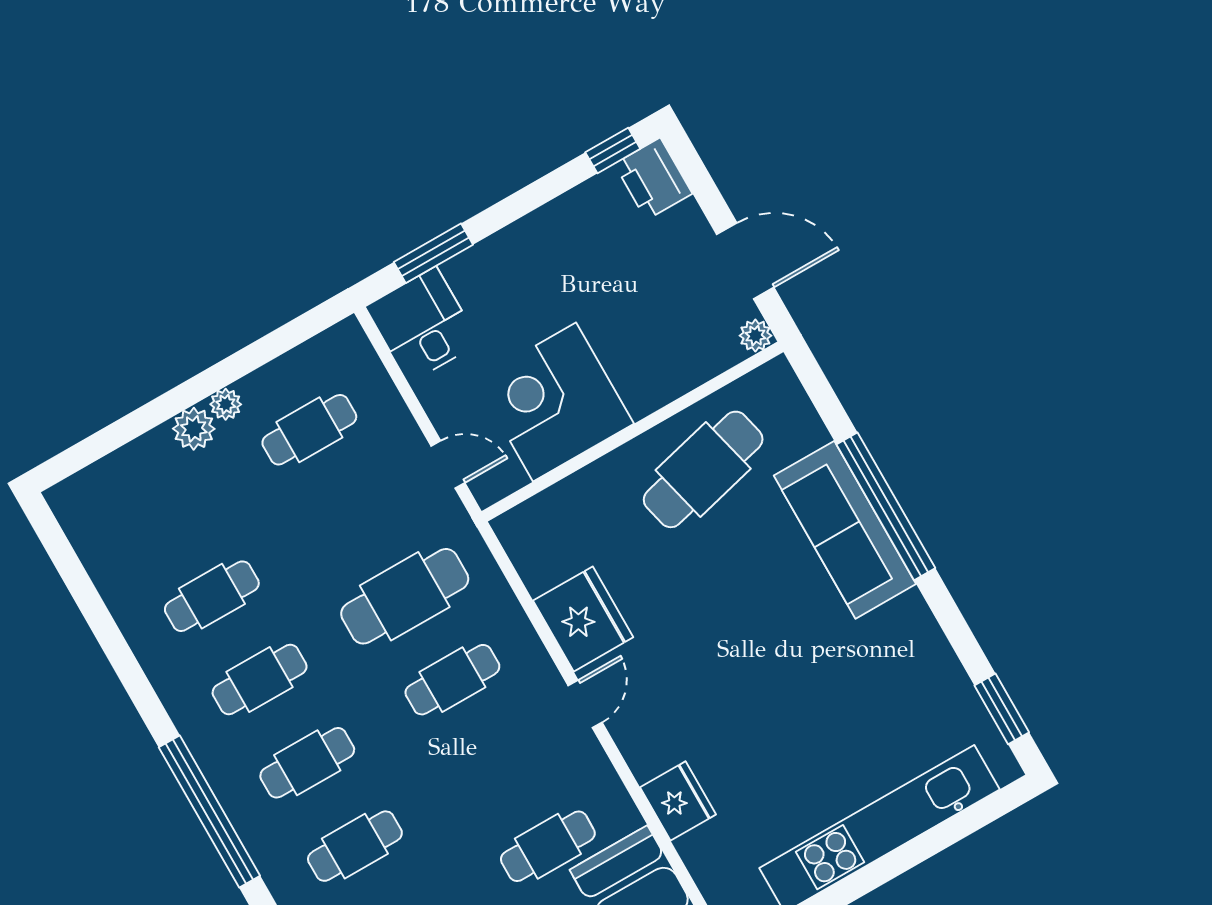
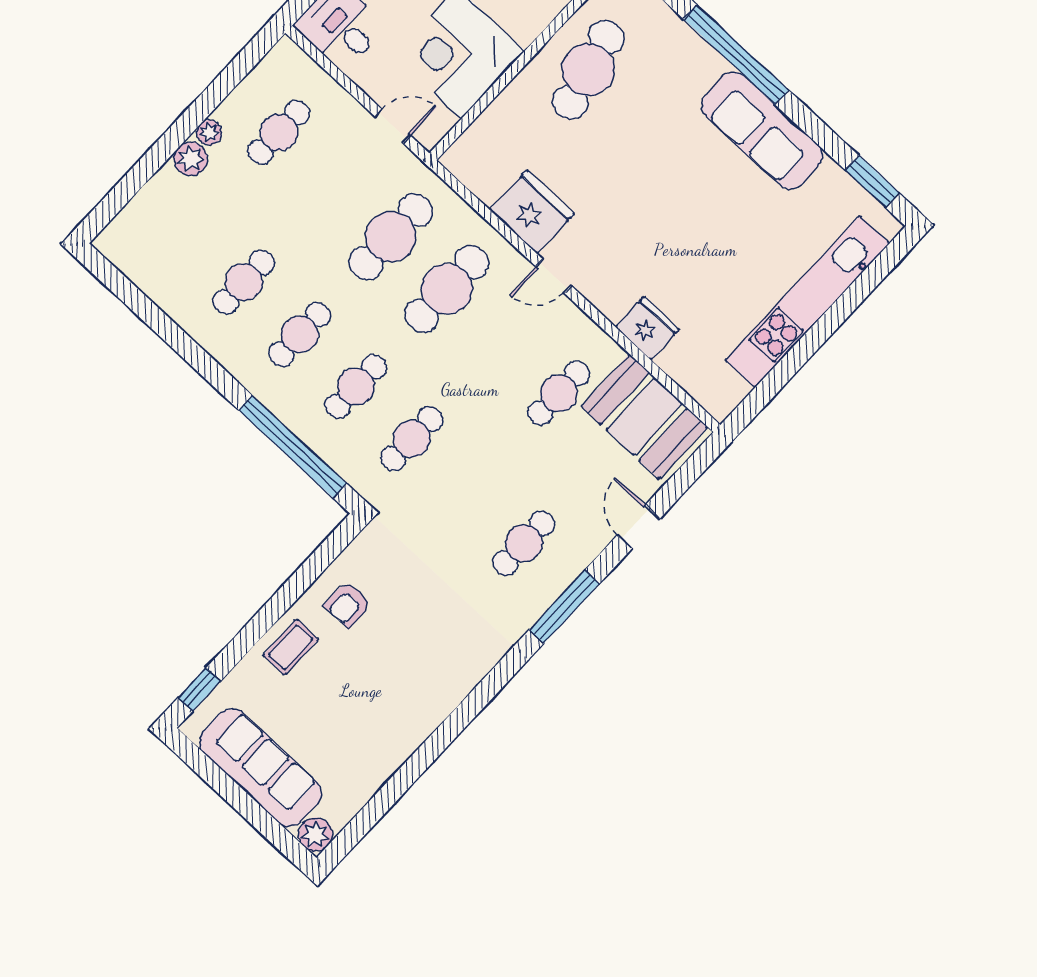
sofa: (845, 530) -> (762, 130), moved
cafe table: (452, 680) -> (447, 289), width x1.37, depth x1.35
door: (585, 704) -> (554, 276), swing flipped

